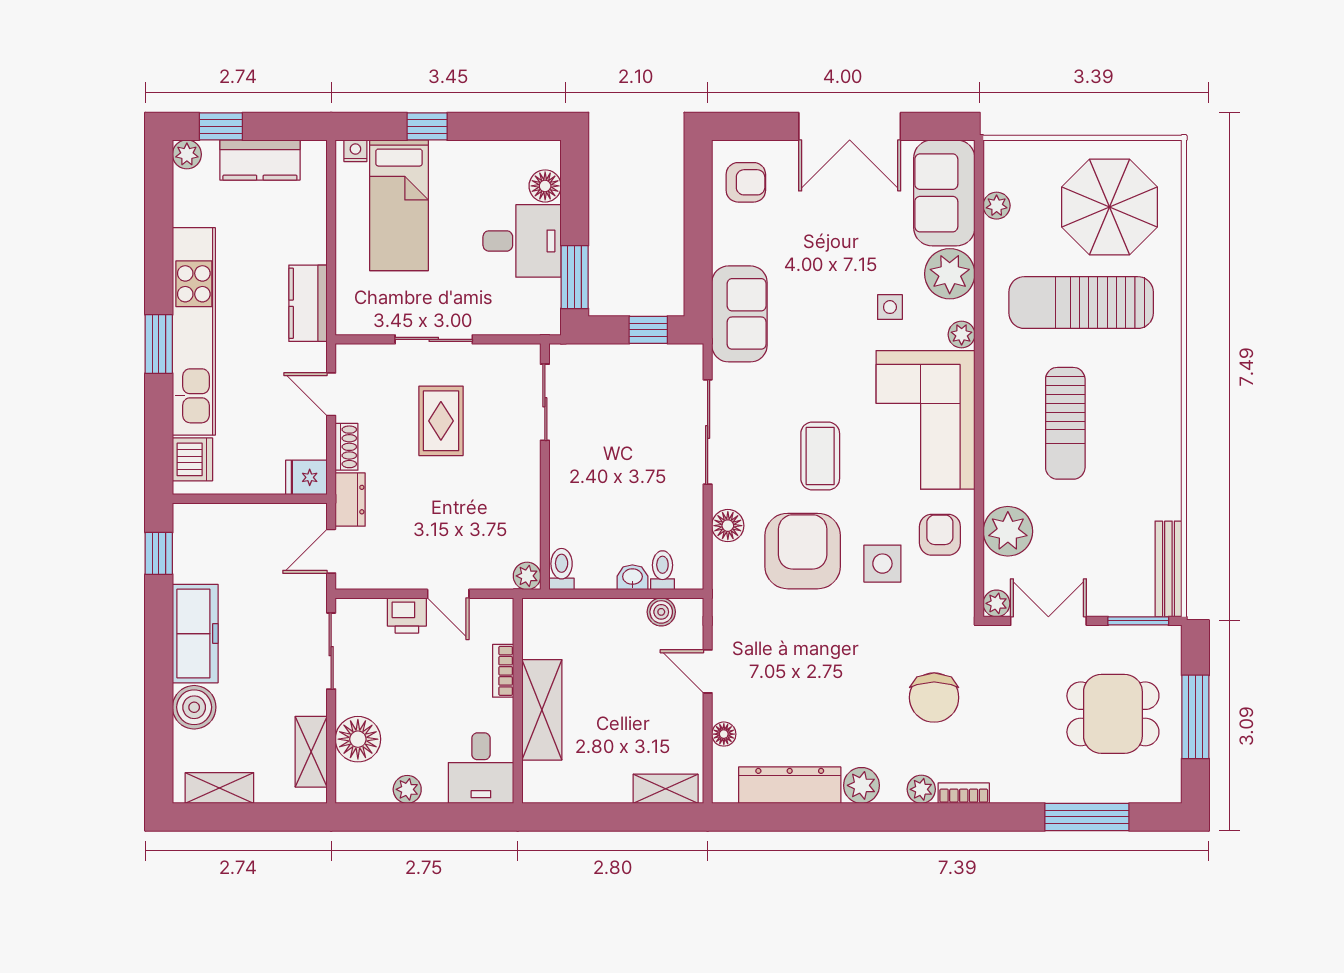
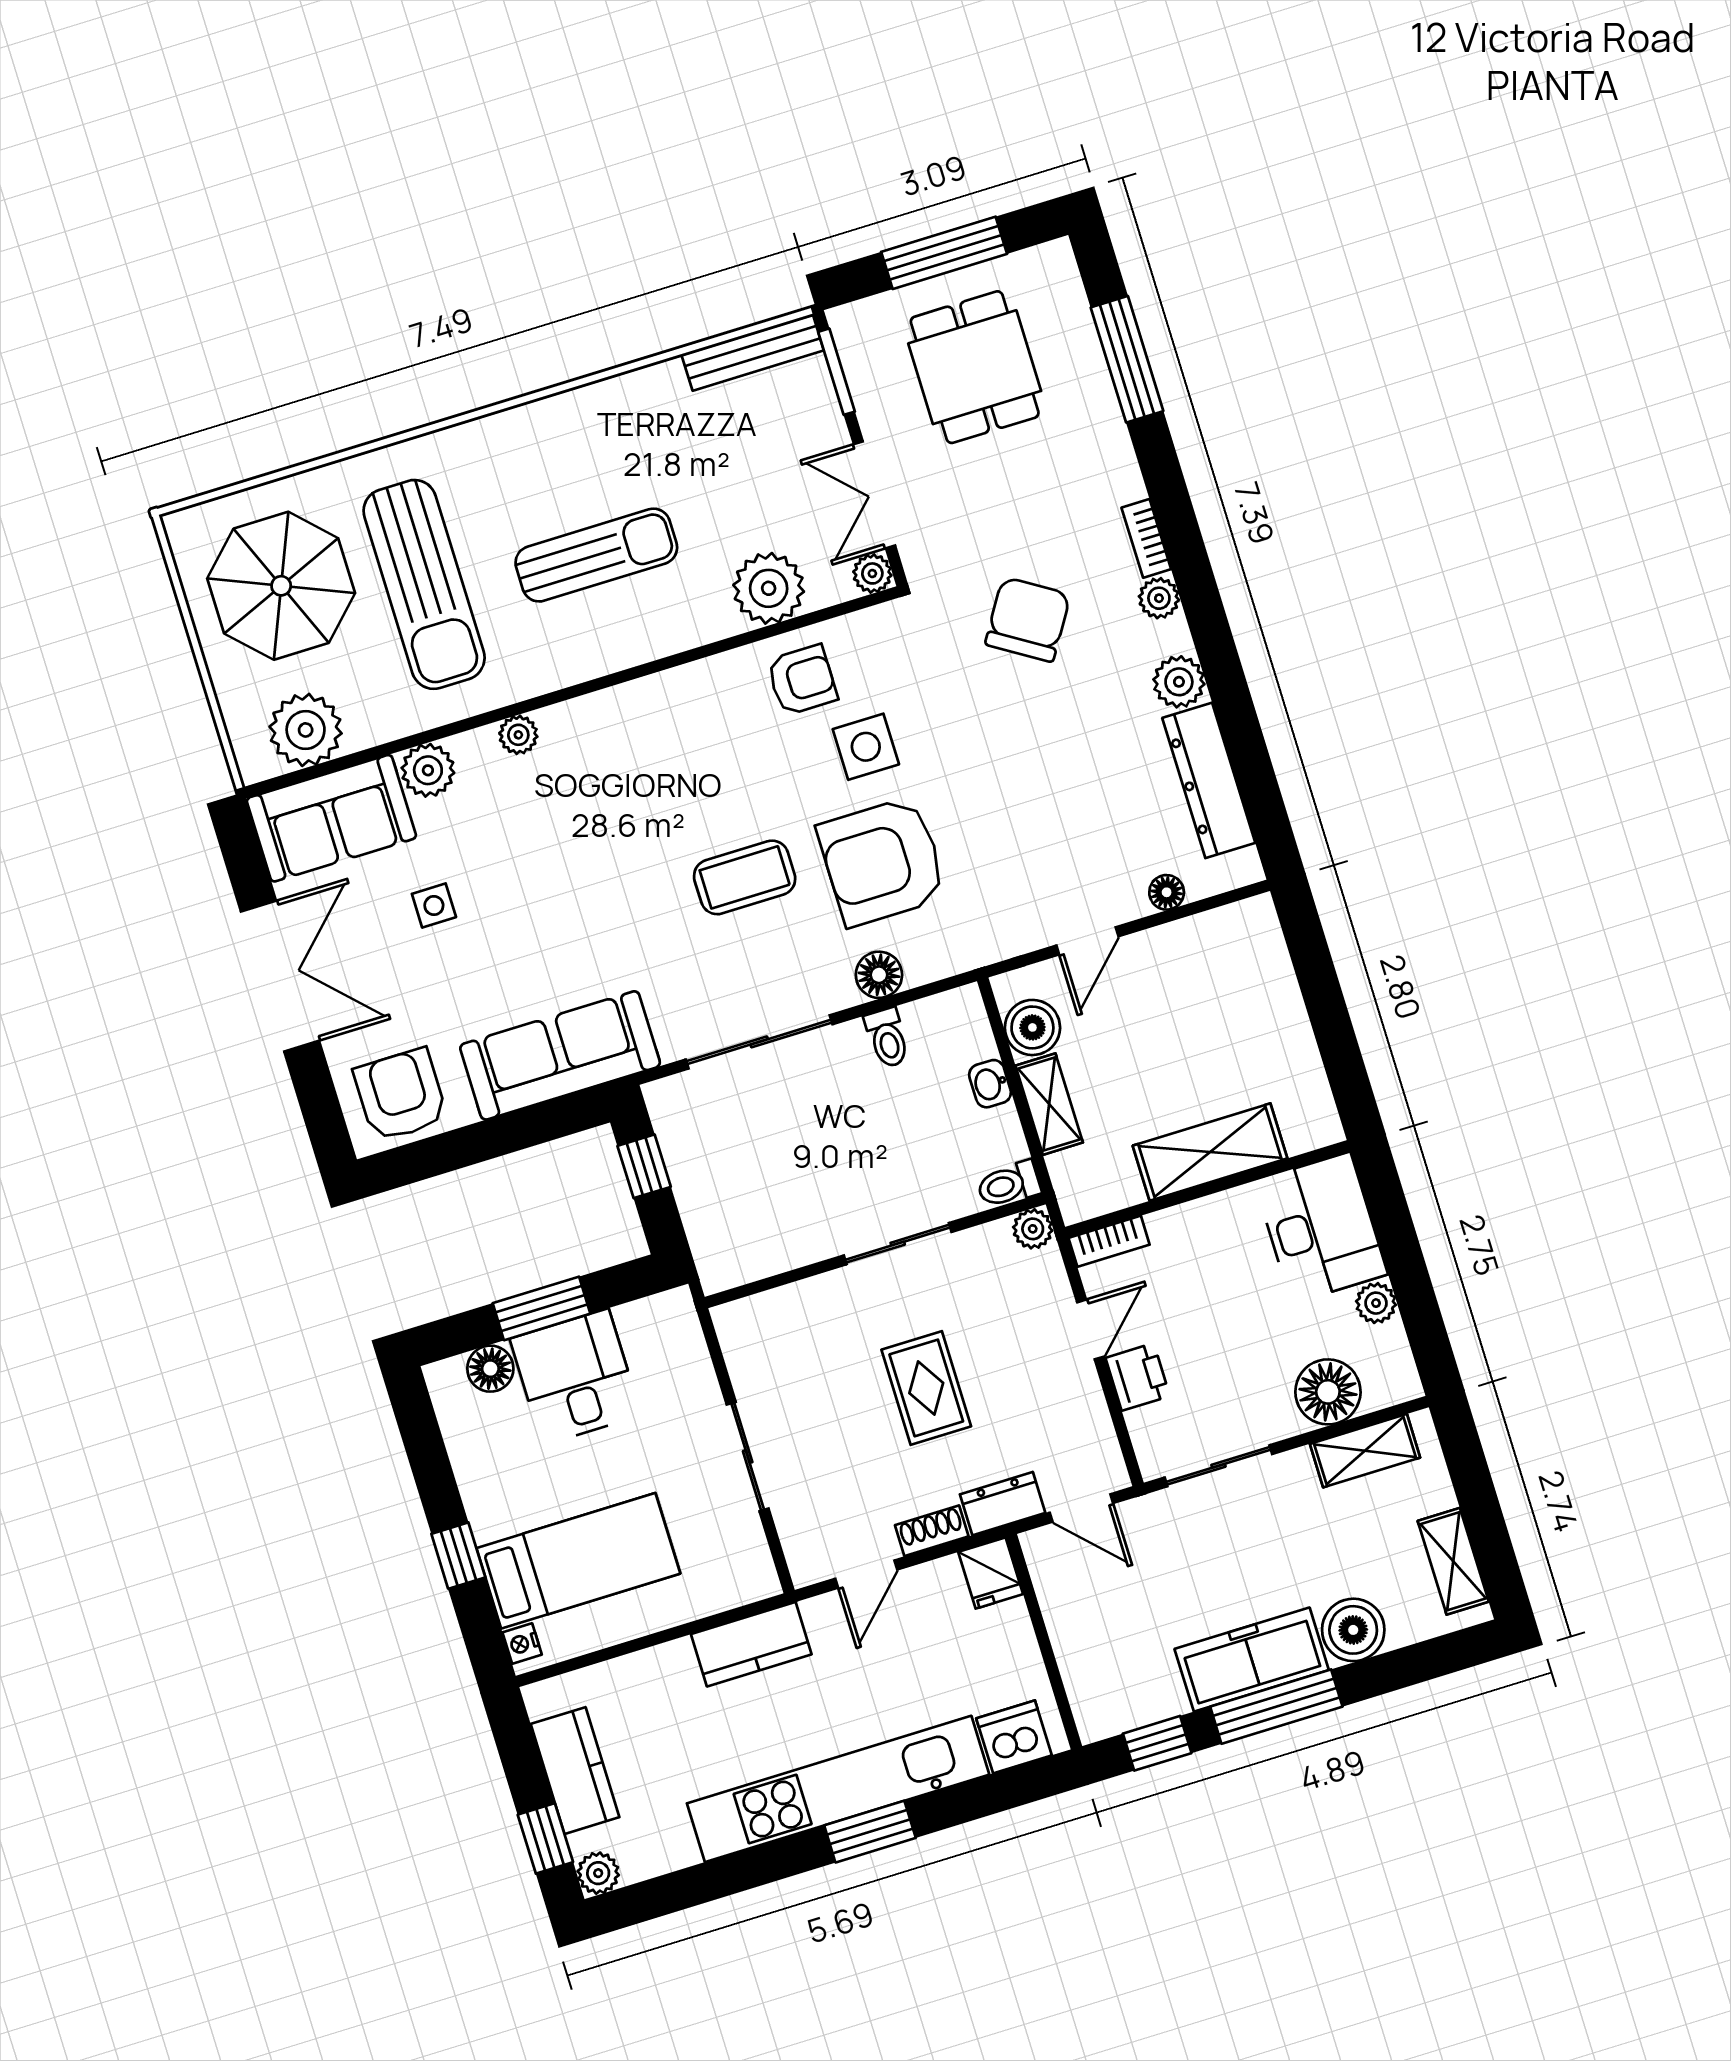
armchair: (746, 182) -> (401, 1095), width x1.38, depth x1.38
plant: (997, 206) -> (306, 730), width x1.88, depth x1.88
plant: (950, 274) -> (428, 770), width x0.73, depth x0.73
window: (575, 277) -> (541, 1308), moved
side table: (890, 307) -> (434, 905), moved
sofa: (739, 314) -> (560, 1055), width x1.36
sliding door: (545, 402) -> (898, 1244), moved
corner sofa: (926, 420) -> (651, 748), removed
rug: (441, 421) -> (926, 1388), moved, turned 90
armchair: (940, 535) -> (802, 680), turned 180
toilet: (662, 570) -> (887, 1038), moved, turned -90
boiler: (661, 612) -> (1032, 1027), width x1.36, depth x1.36
window: (159, 640) -> (1276, 1707), added
bookcase: (503, 671) -> (1109, 1241), moved
chair: (934, 698) -> (1028, 619), turned -58
desk: (481, 768) -> (1321, 1228), width x1.37
shelving: (666, 789) -> (1049, 1104), moved

